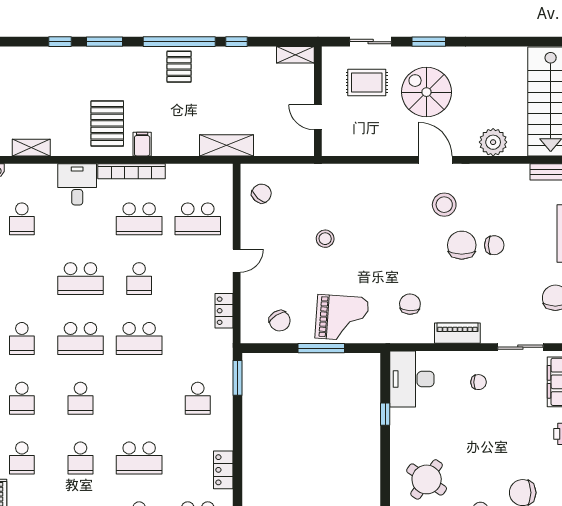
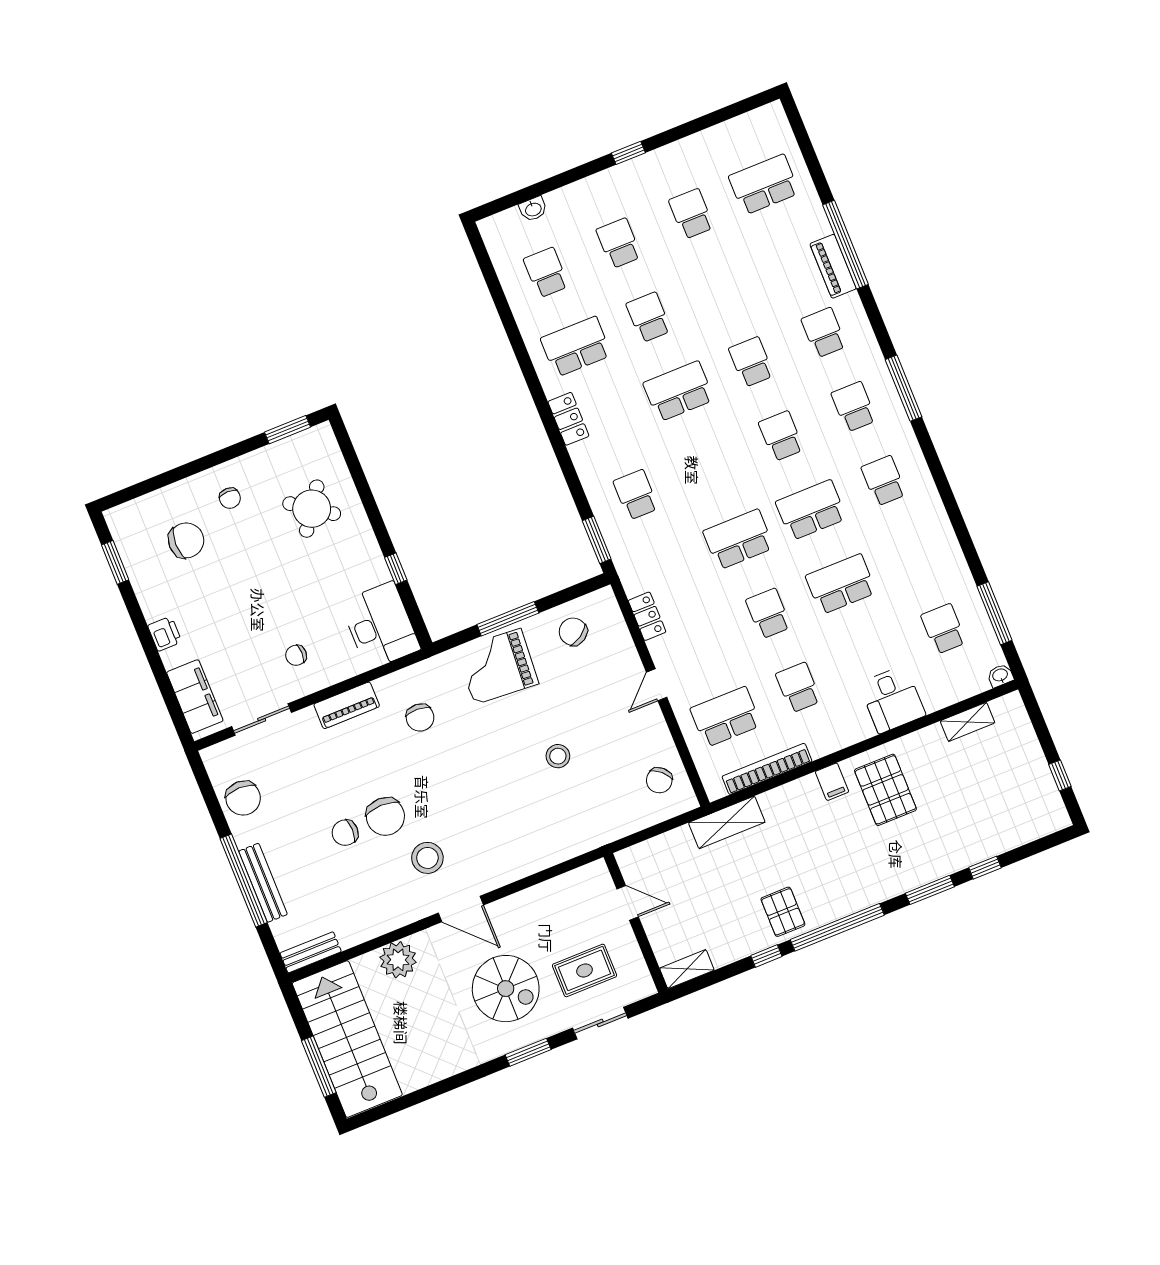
pallet: (179, 67) -> (783, 912), moved
bookcase: (132, 171) -> (767, 769), moved
school desk: (139, 219) -> (798, 688), width x0.54

